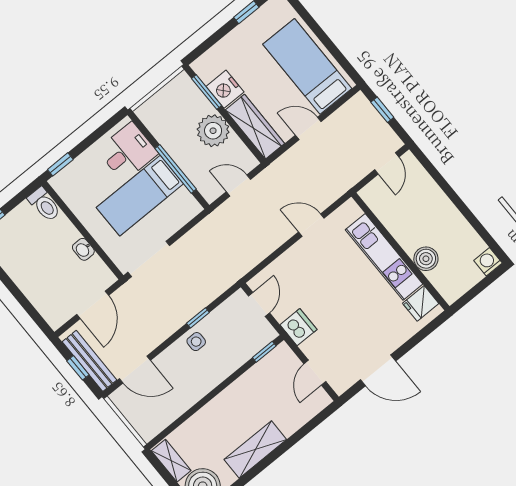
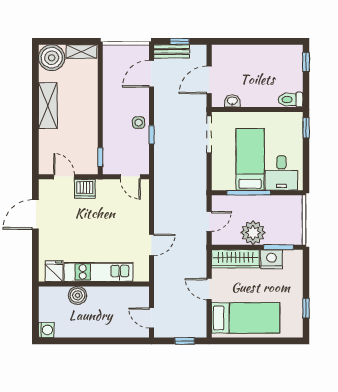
door: (308, 128) -> (209, 289), swing flipped
washbasin: (83, 249) -> (232, 101), moved
door: (93, 305) -> (209, 80), hinge flipped
dishwasher: (298, 327) -> (85, 189), moved
bench: (89, 361) -> (172, 51), width x0.73

